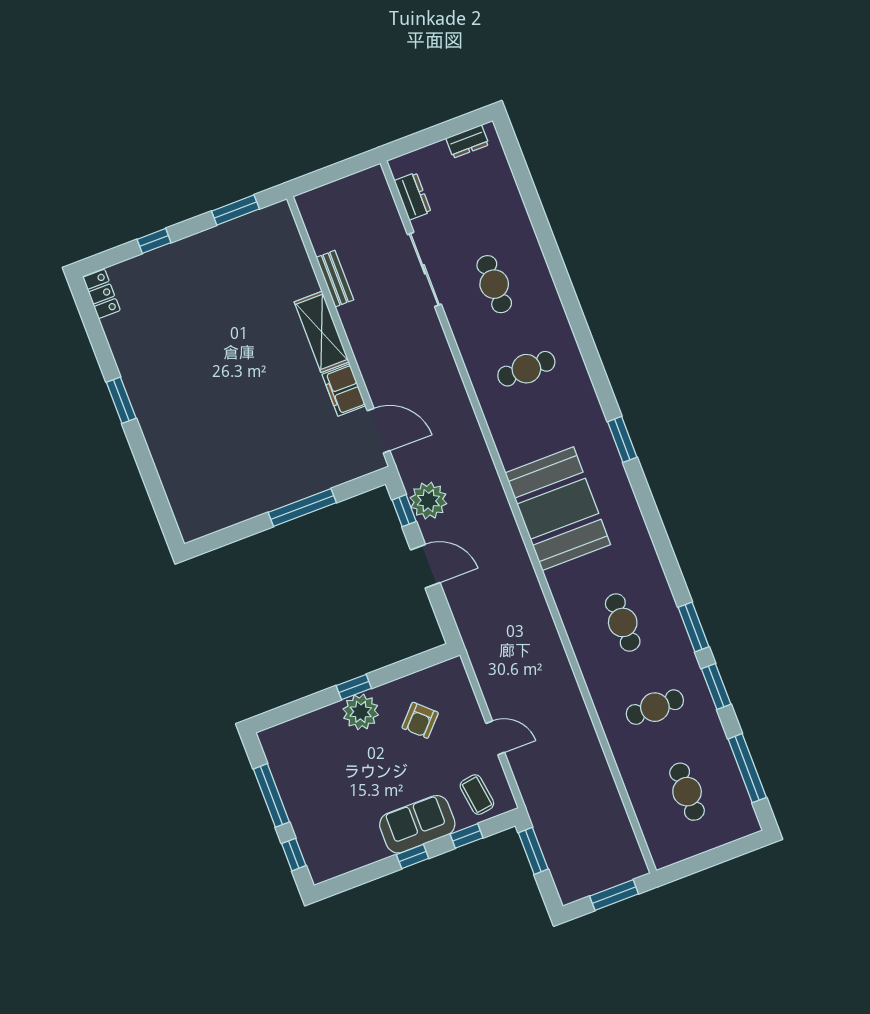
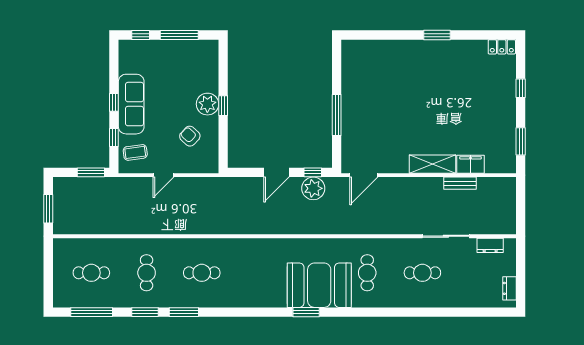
filing cabinet: (344, 390) -> (471, 164), moved
booth: (558, 509) -> (319, 285), moved
sofa: (417, 824) -> (131, 104), width x1.36

